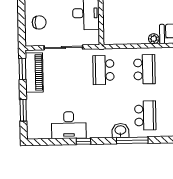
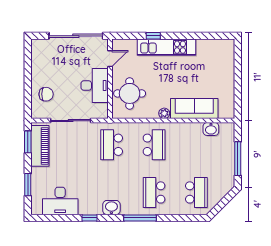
round table: (120, 20) -> (130, 93), added
school desk: (145, 115) -> (154, 192), turned 180
desk: (69, 125) -> (60, 201), moved
washbasin: (120, 130) -> (111, 208), moved

